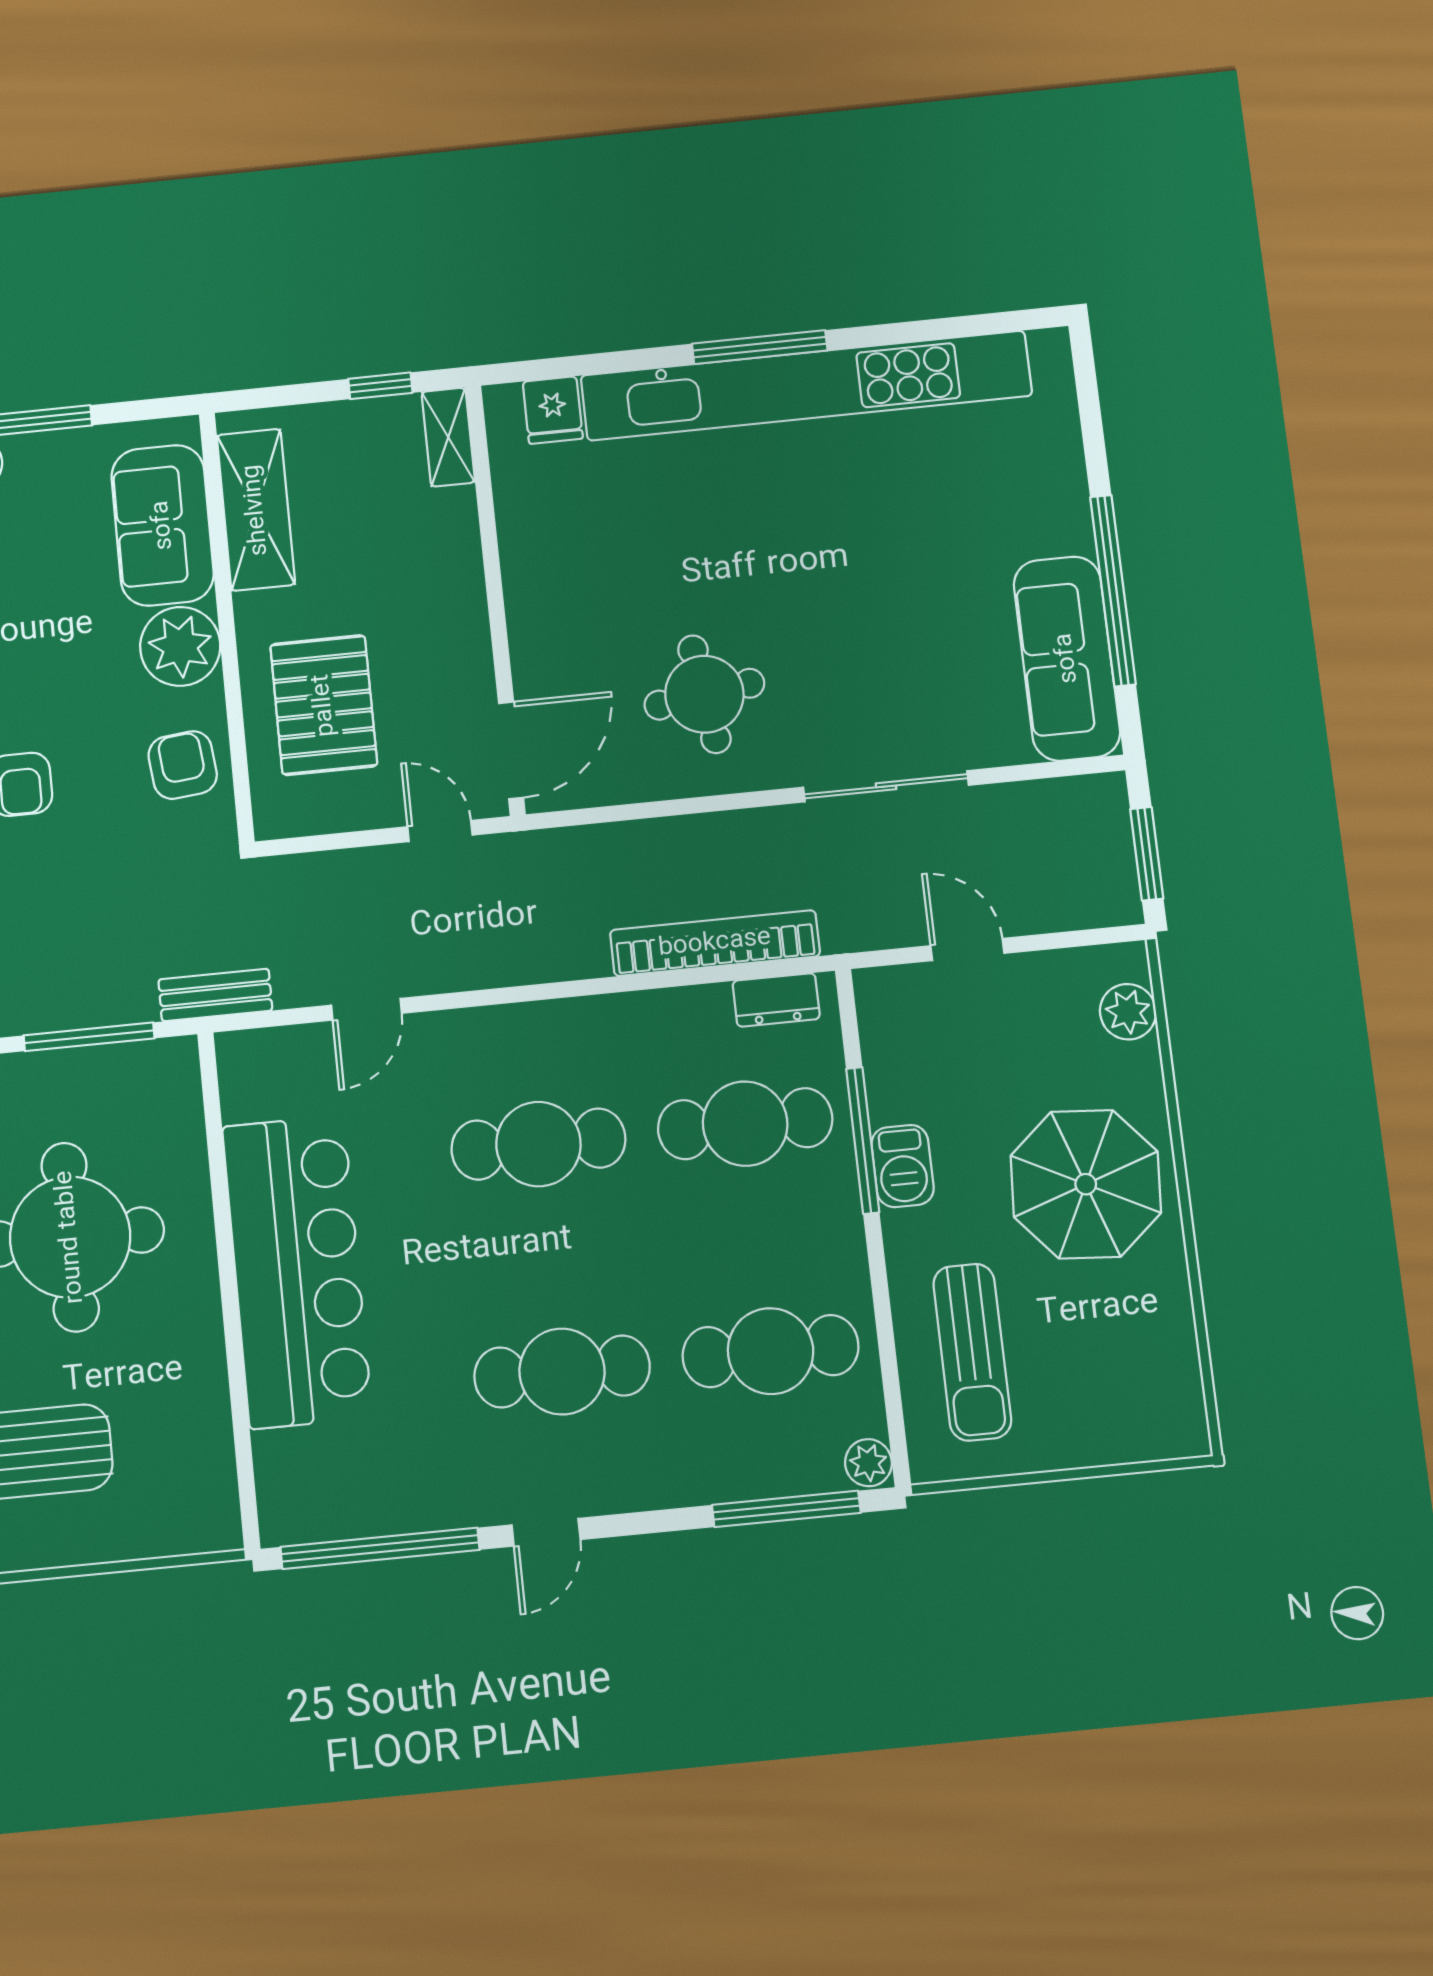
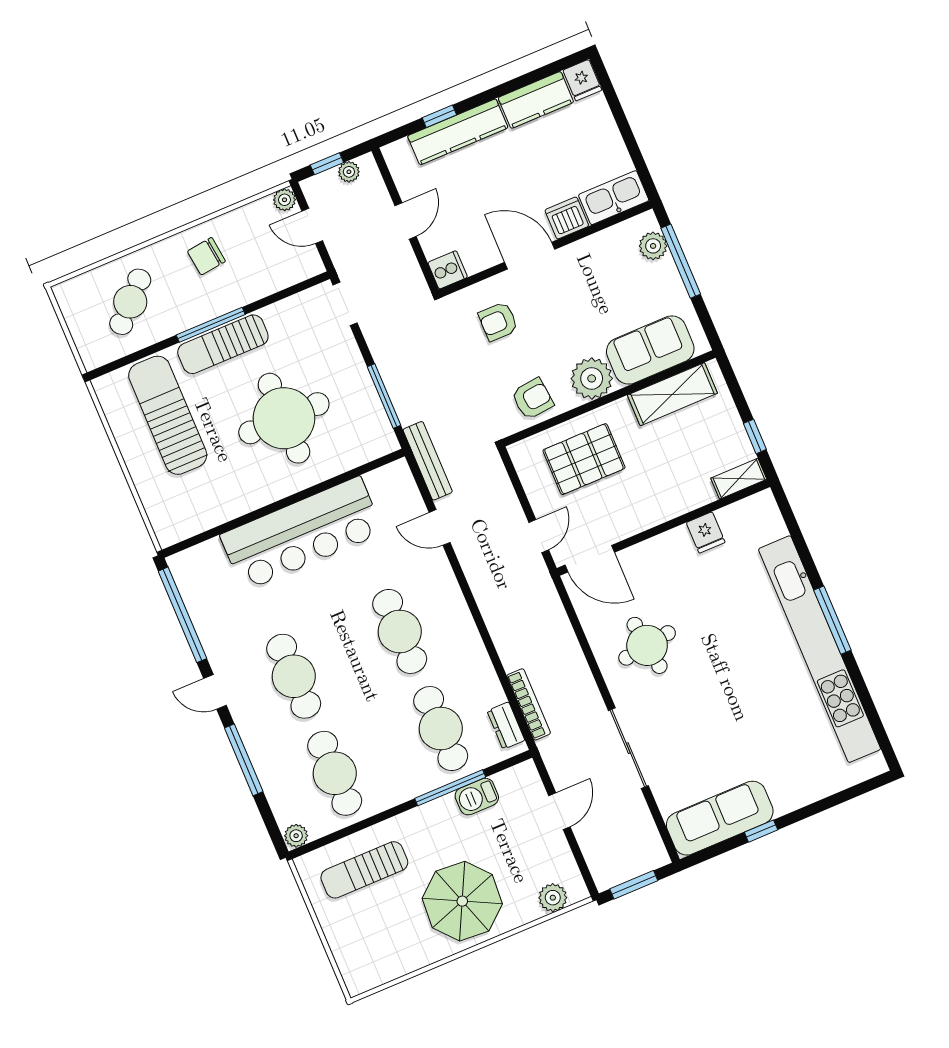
fridge: (553, 410) -> (706, 532), moved, turned -90
window: (1113, 590) -> (761, 831), width x0.32
bookcase: (715, 943) -> (529, 704), width x0.68, depth x0.76
bench: (215, 995) -> (428, 461), width x1.36
barbecue: (903, 1166) -> (477, 797), moved
window: (786, 1509) -> (244, 760), moved

